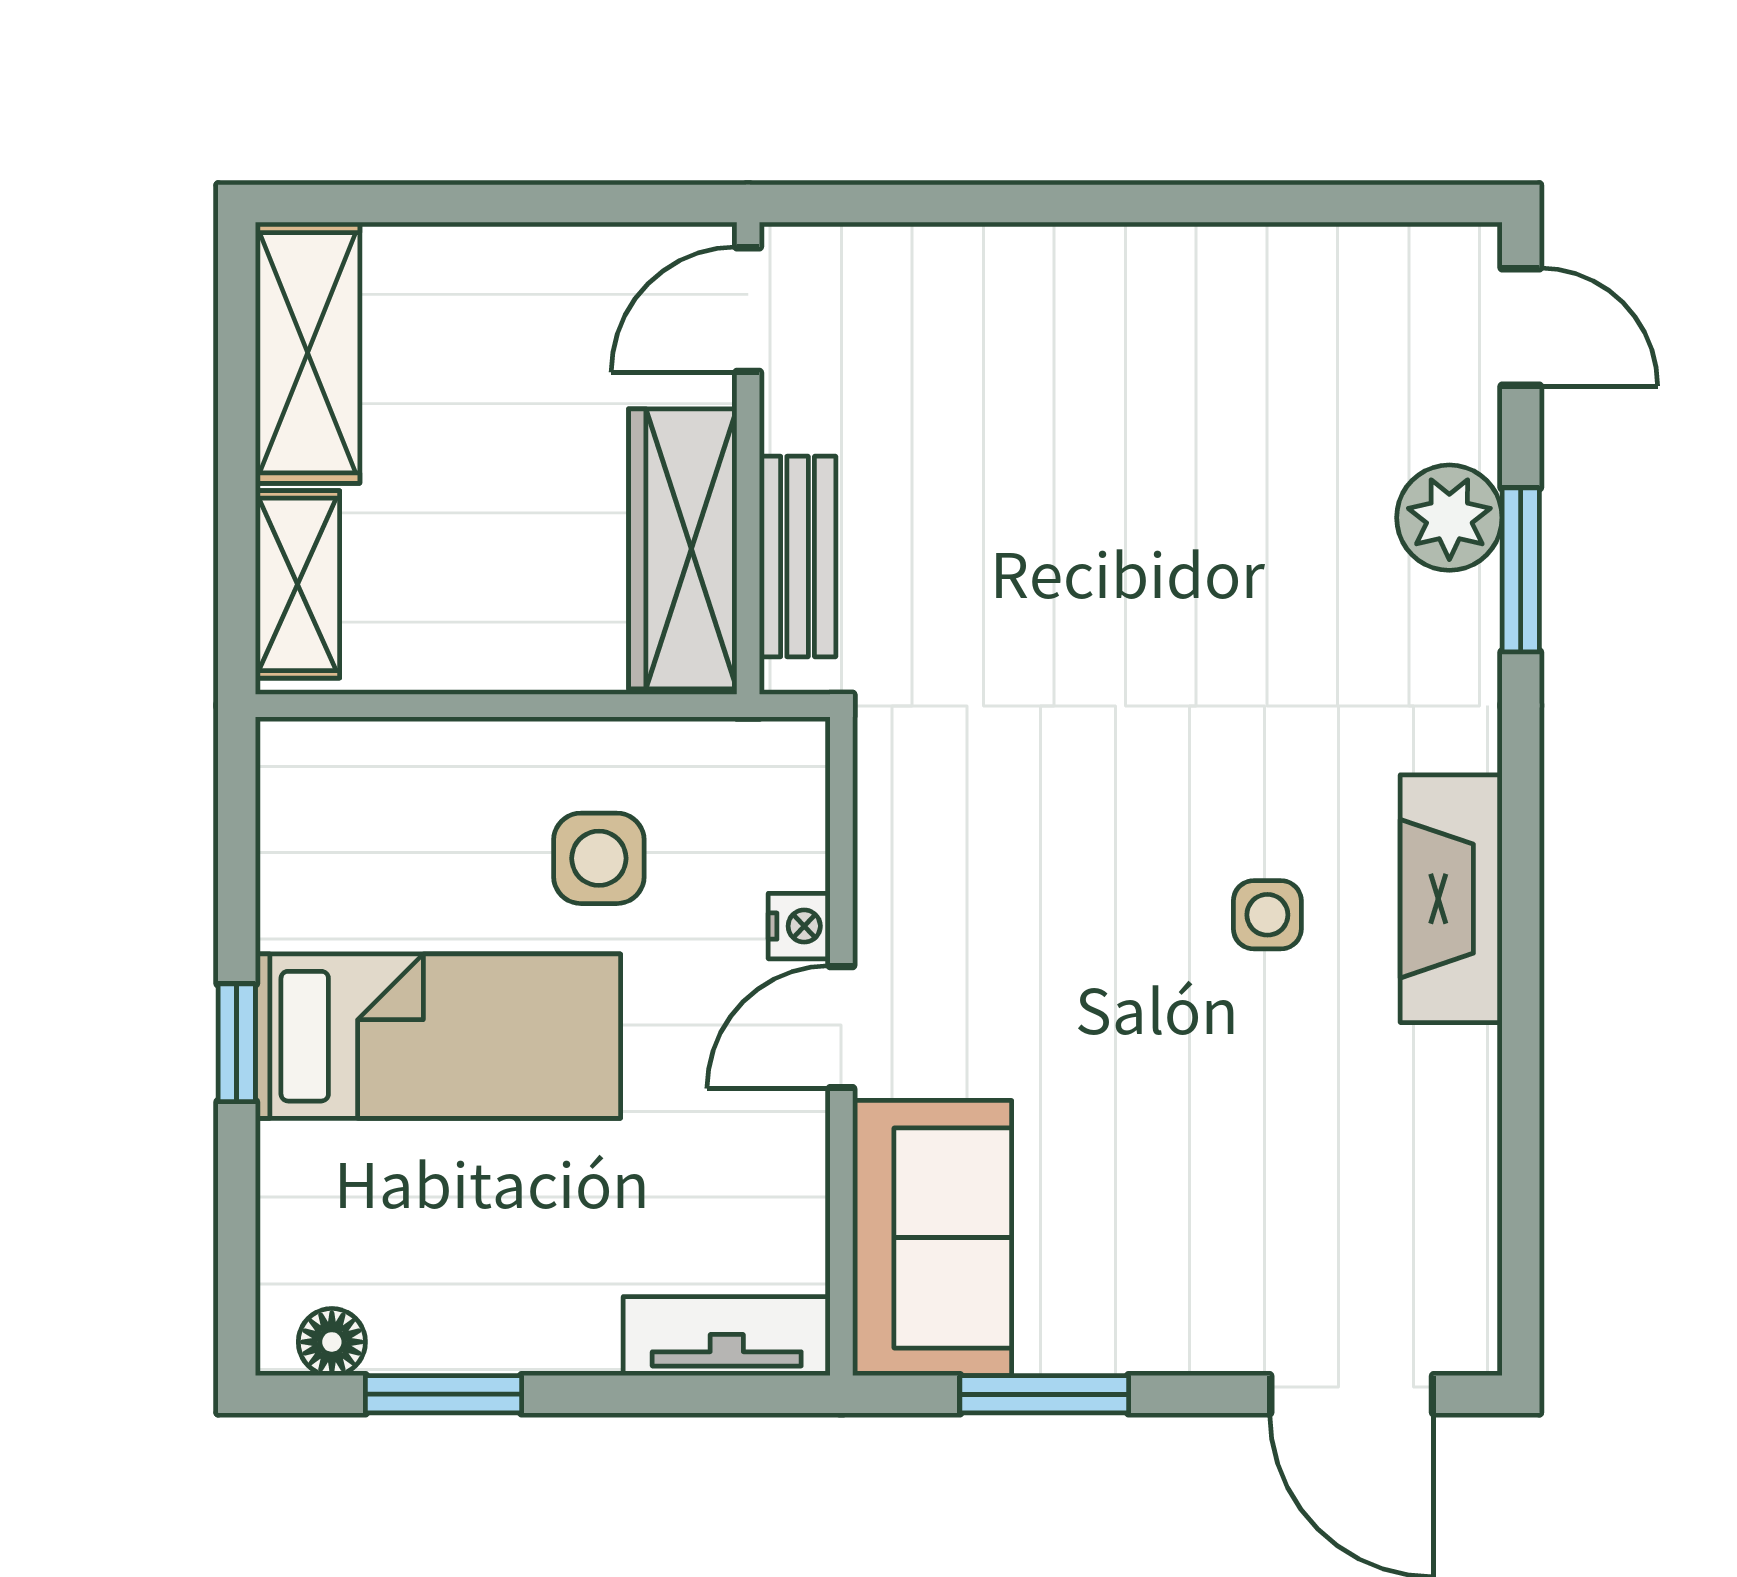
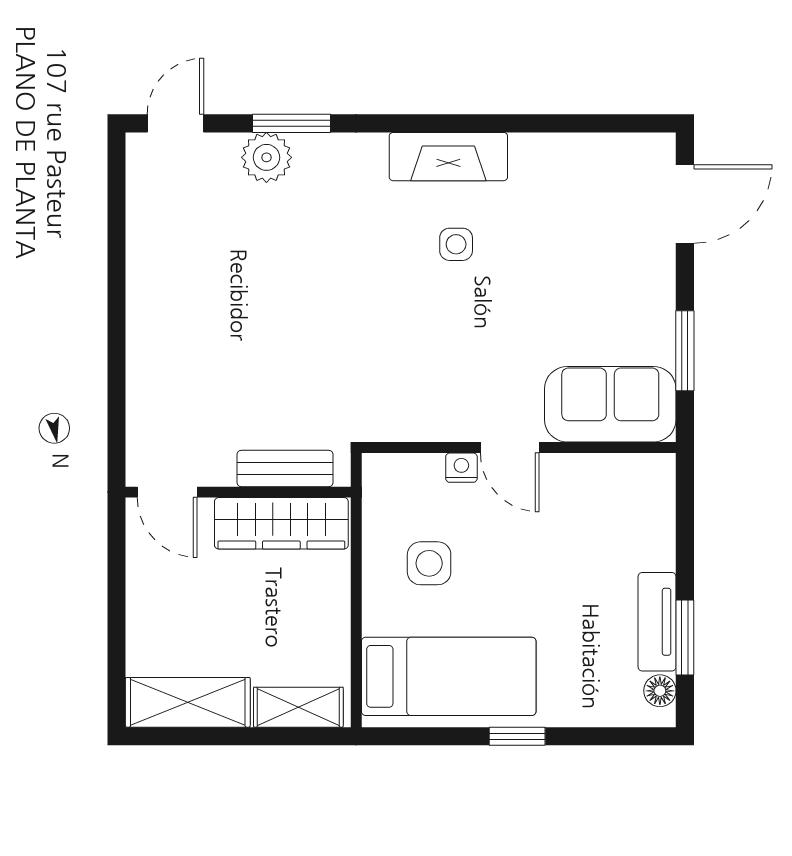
bed: (438, 1036) -> (449, 676), moved, turned 90
tv unit: (727, 1336) -> (657, 622), moved

